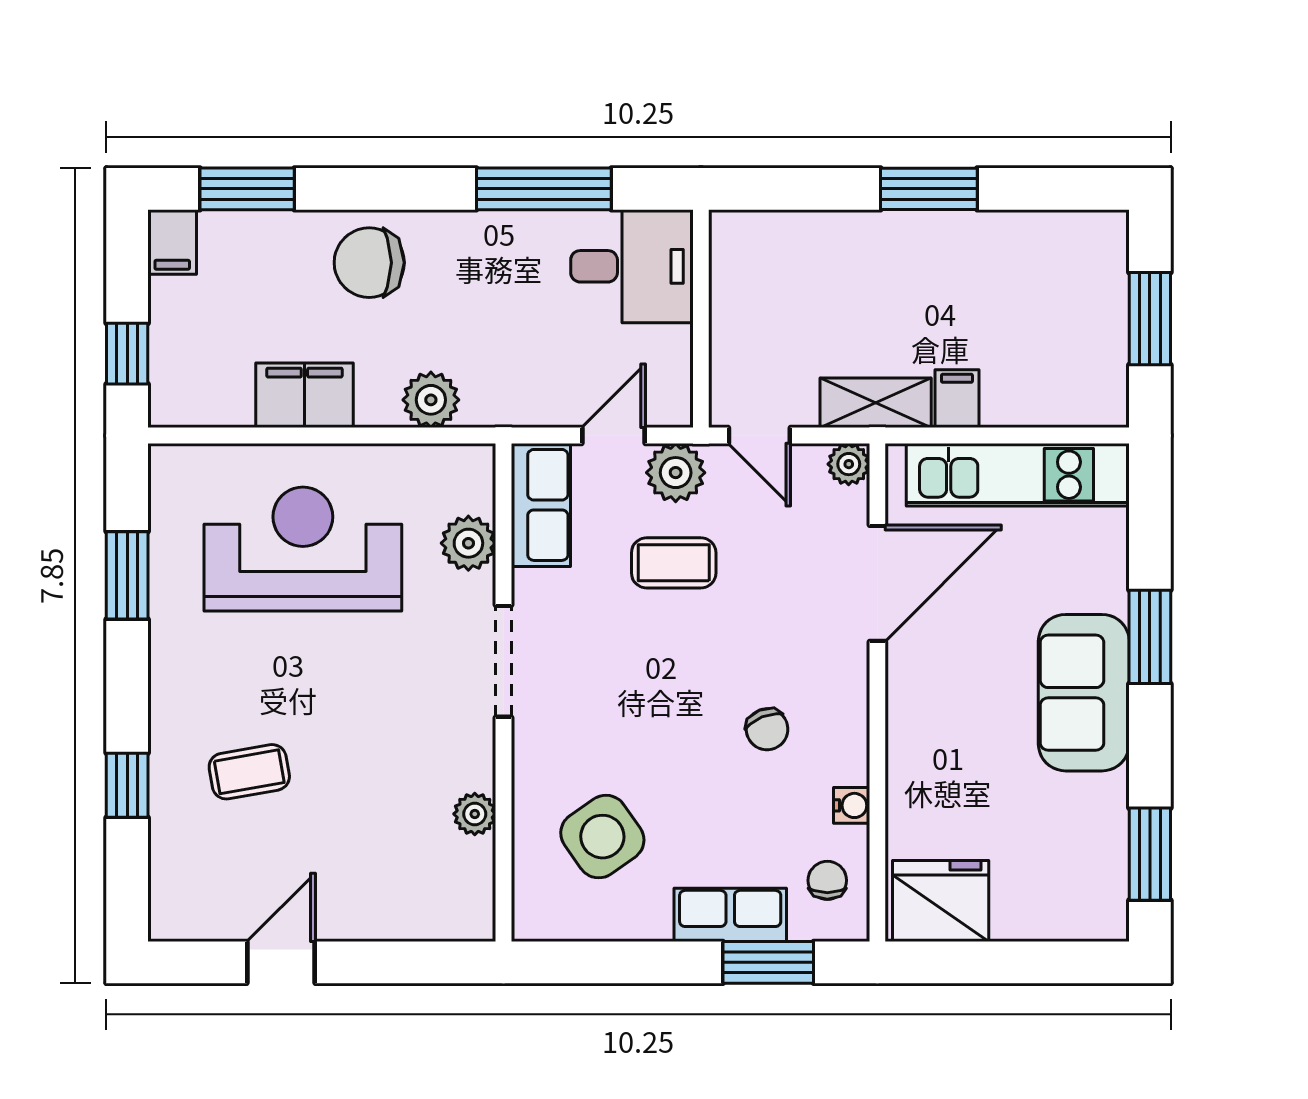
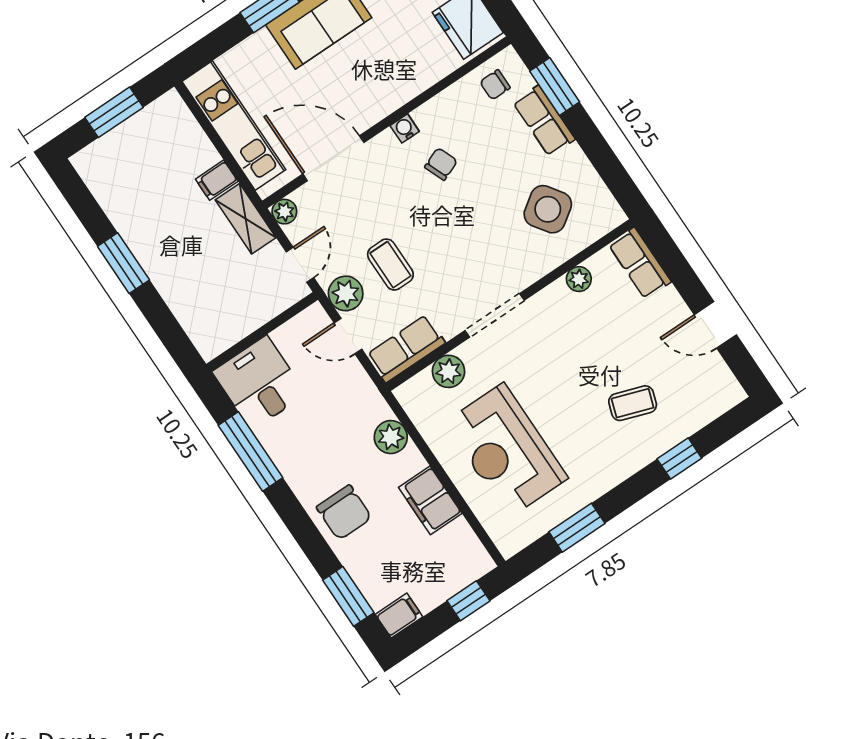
coffee table: (249, 772) -> (633, 403), turned -61
water cooler: (852, 805) -> (405, 128), moved
row of seats: (439, 915) -> (640, 263), added

